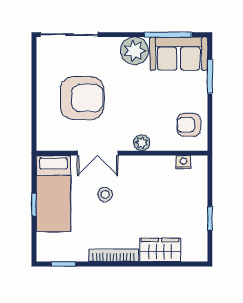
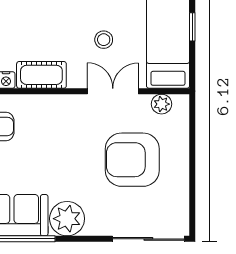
plant: (142, 143) -> (162, 104), moved
cot: (155, 166) -> (41, 75), added

